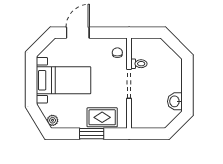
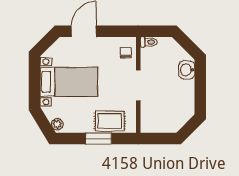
toilet: (139, 64) -> (149, 42), moved
washbasin: (175, 101) -> (187, 70), moved

